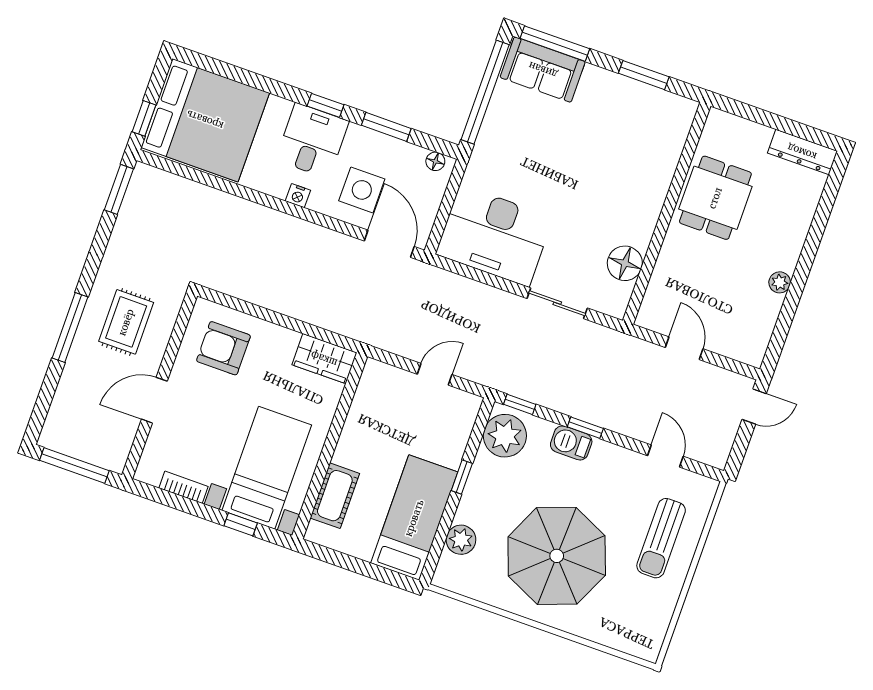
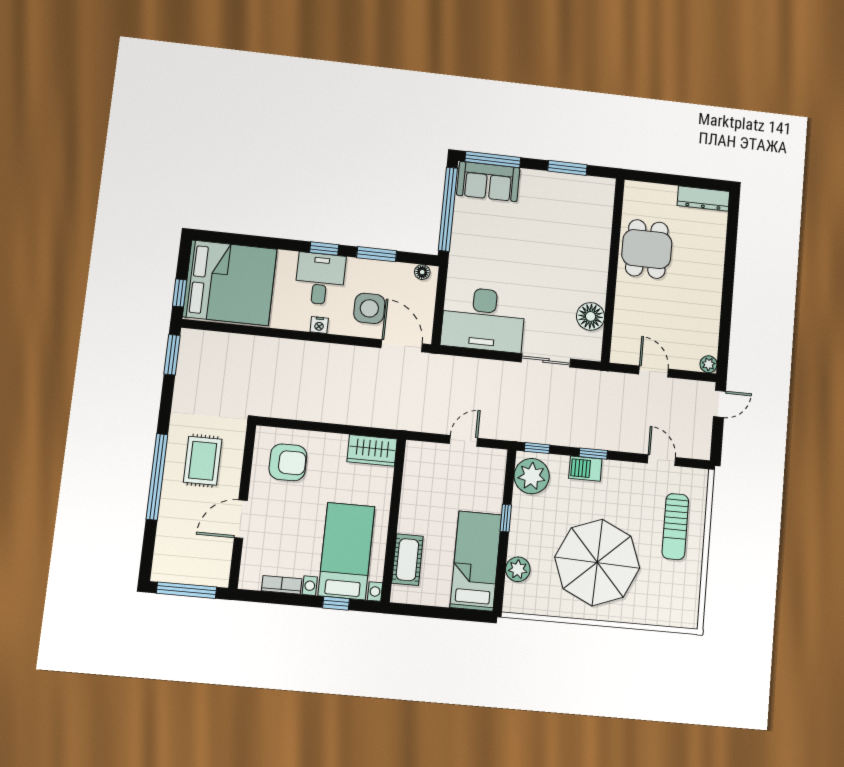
plant: (780, 282) -> (709, 364), moved
window: (70, 327) -> (157, 477), width x1.46
armchair: (223, 348) -> (288, 462), turned 180

